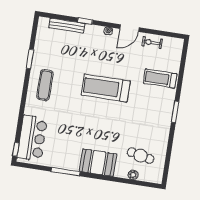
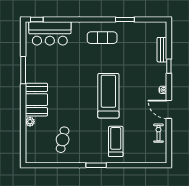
bench: (67, 26) -> (162, 50), width x0.73
treadmill: (160, 79) -> (116, 141), moved
cafe table: (141, 156) -> (63, 140), moved
plant: (133, 175) -> (30, 122), moved

